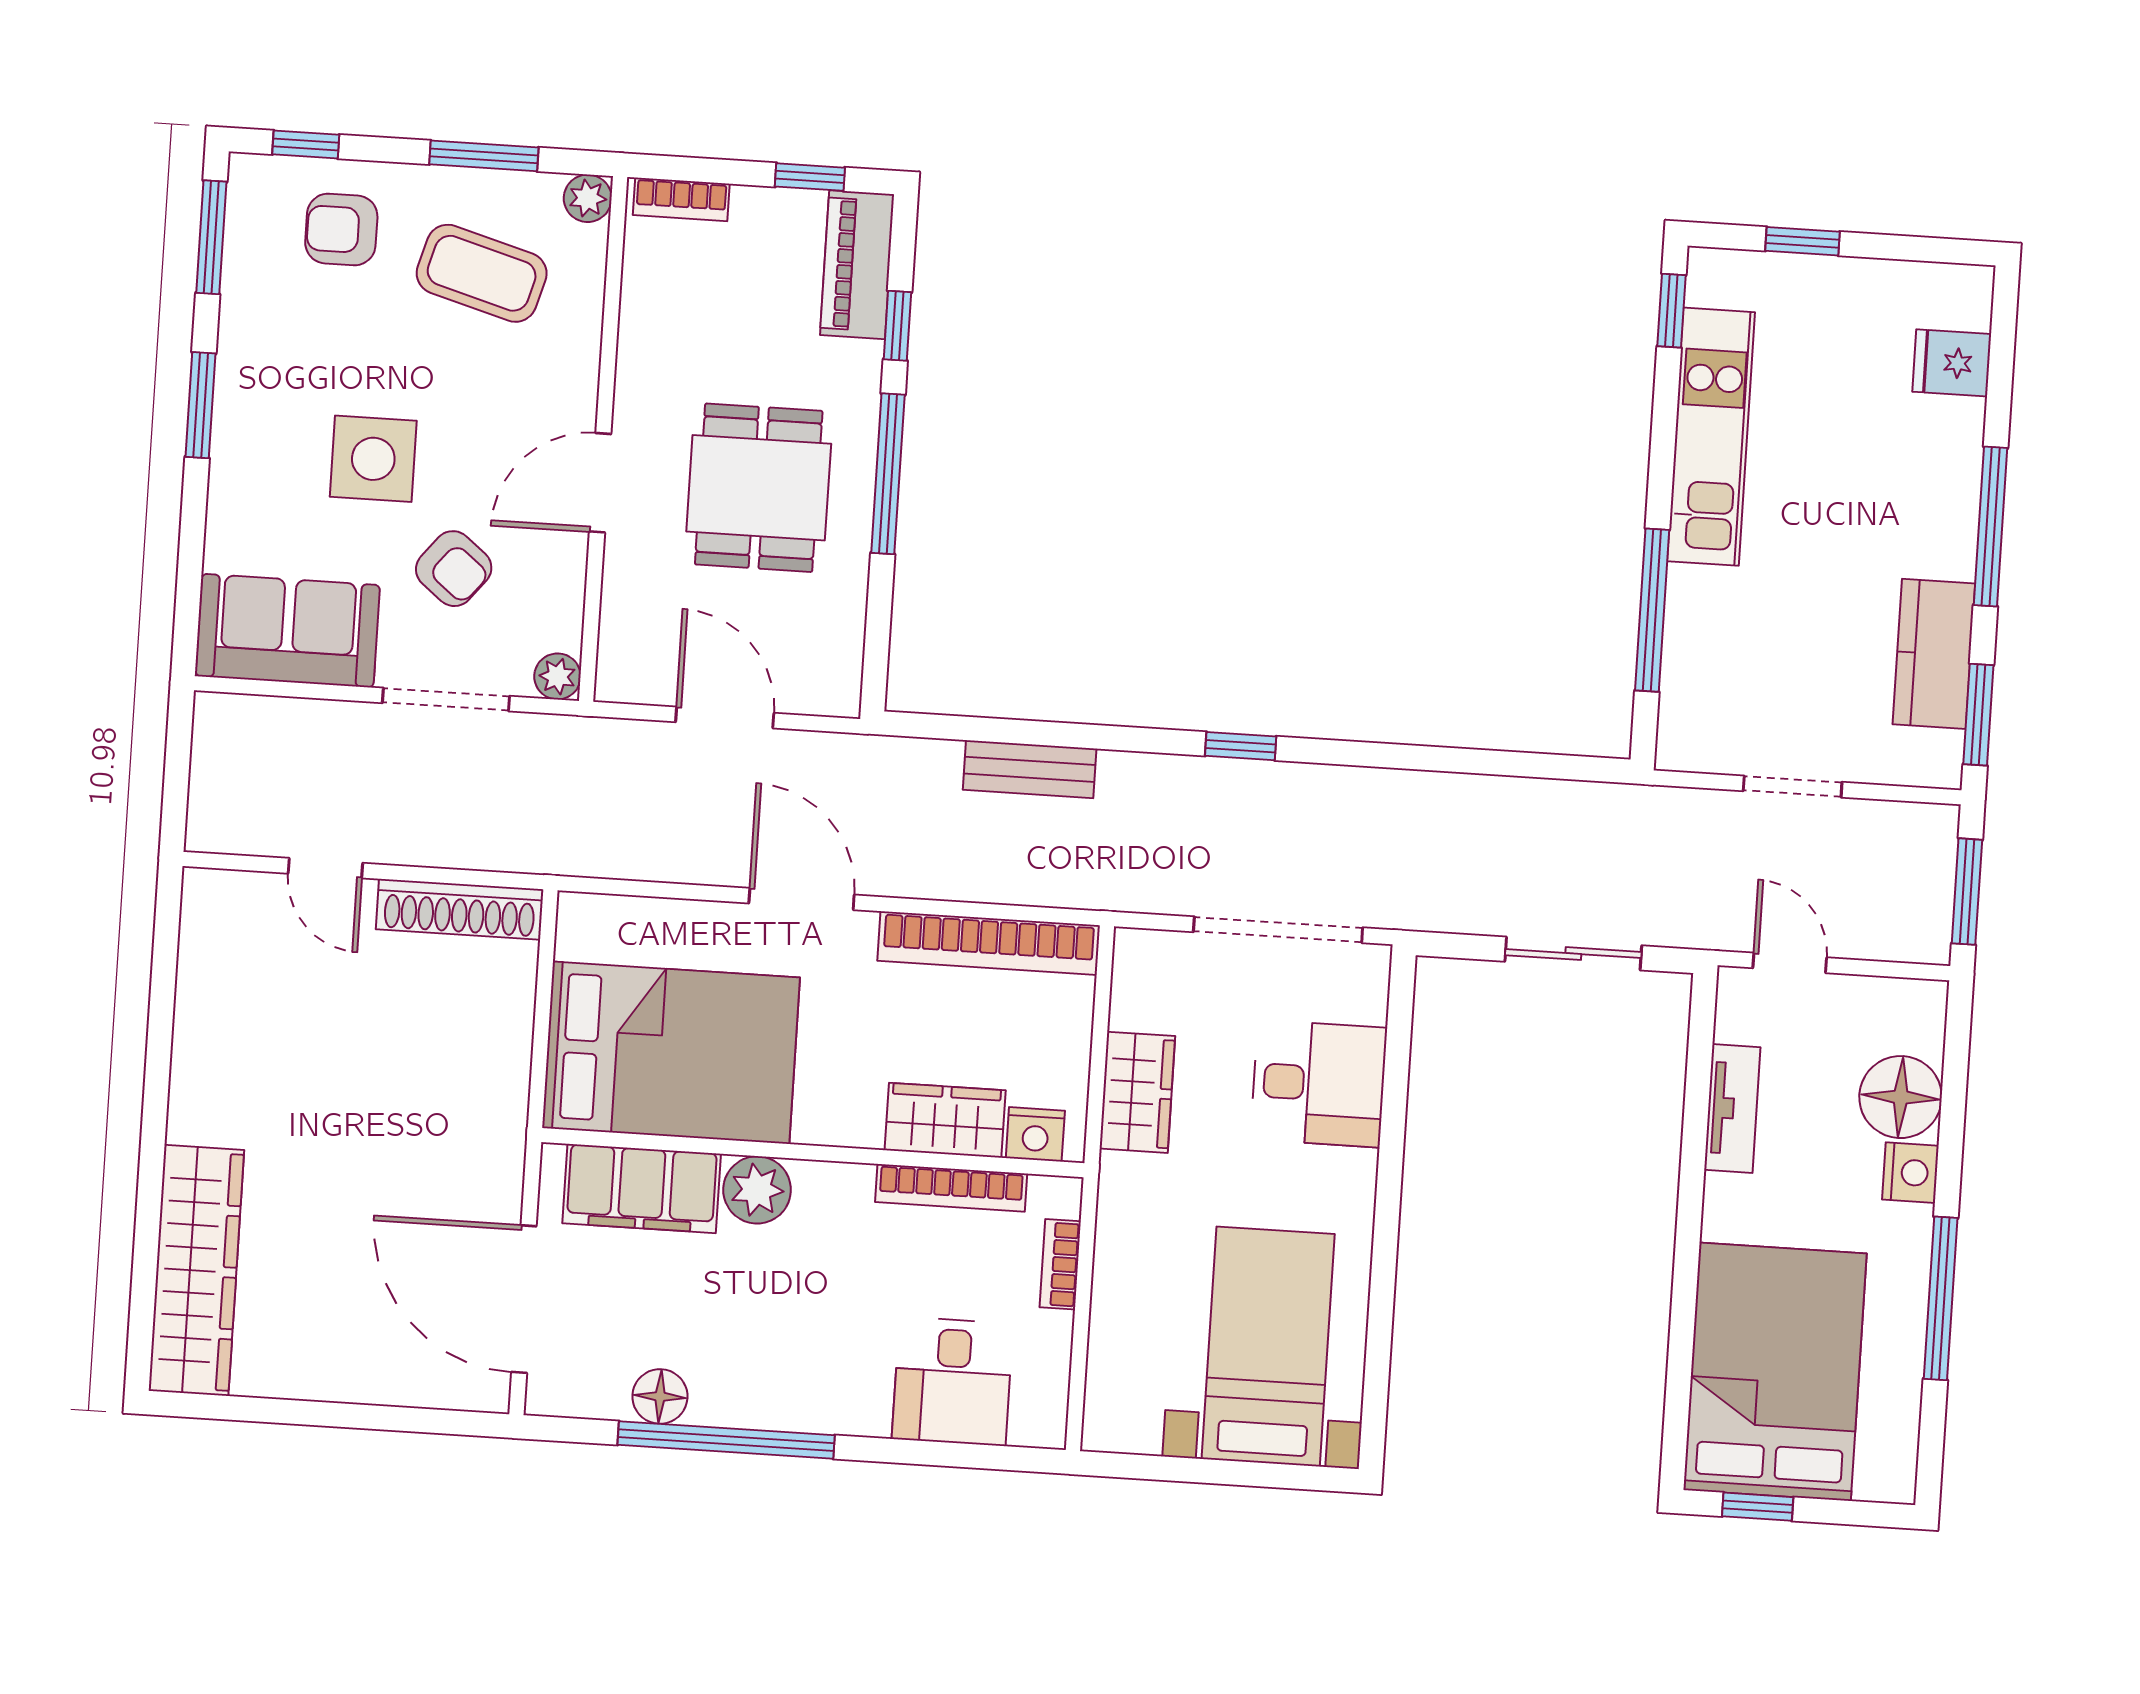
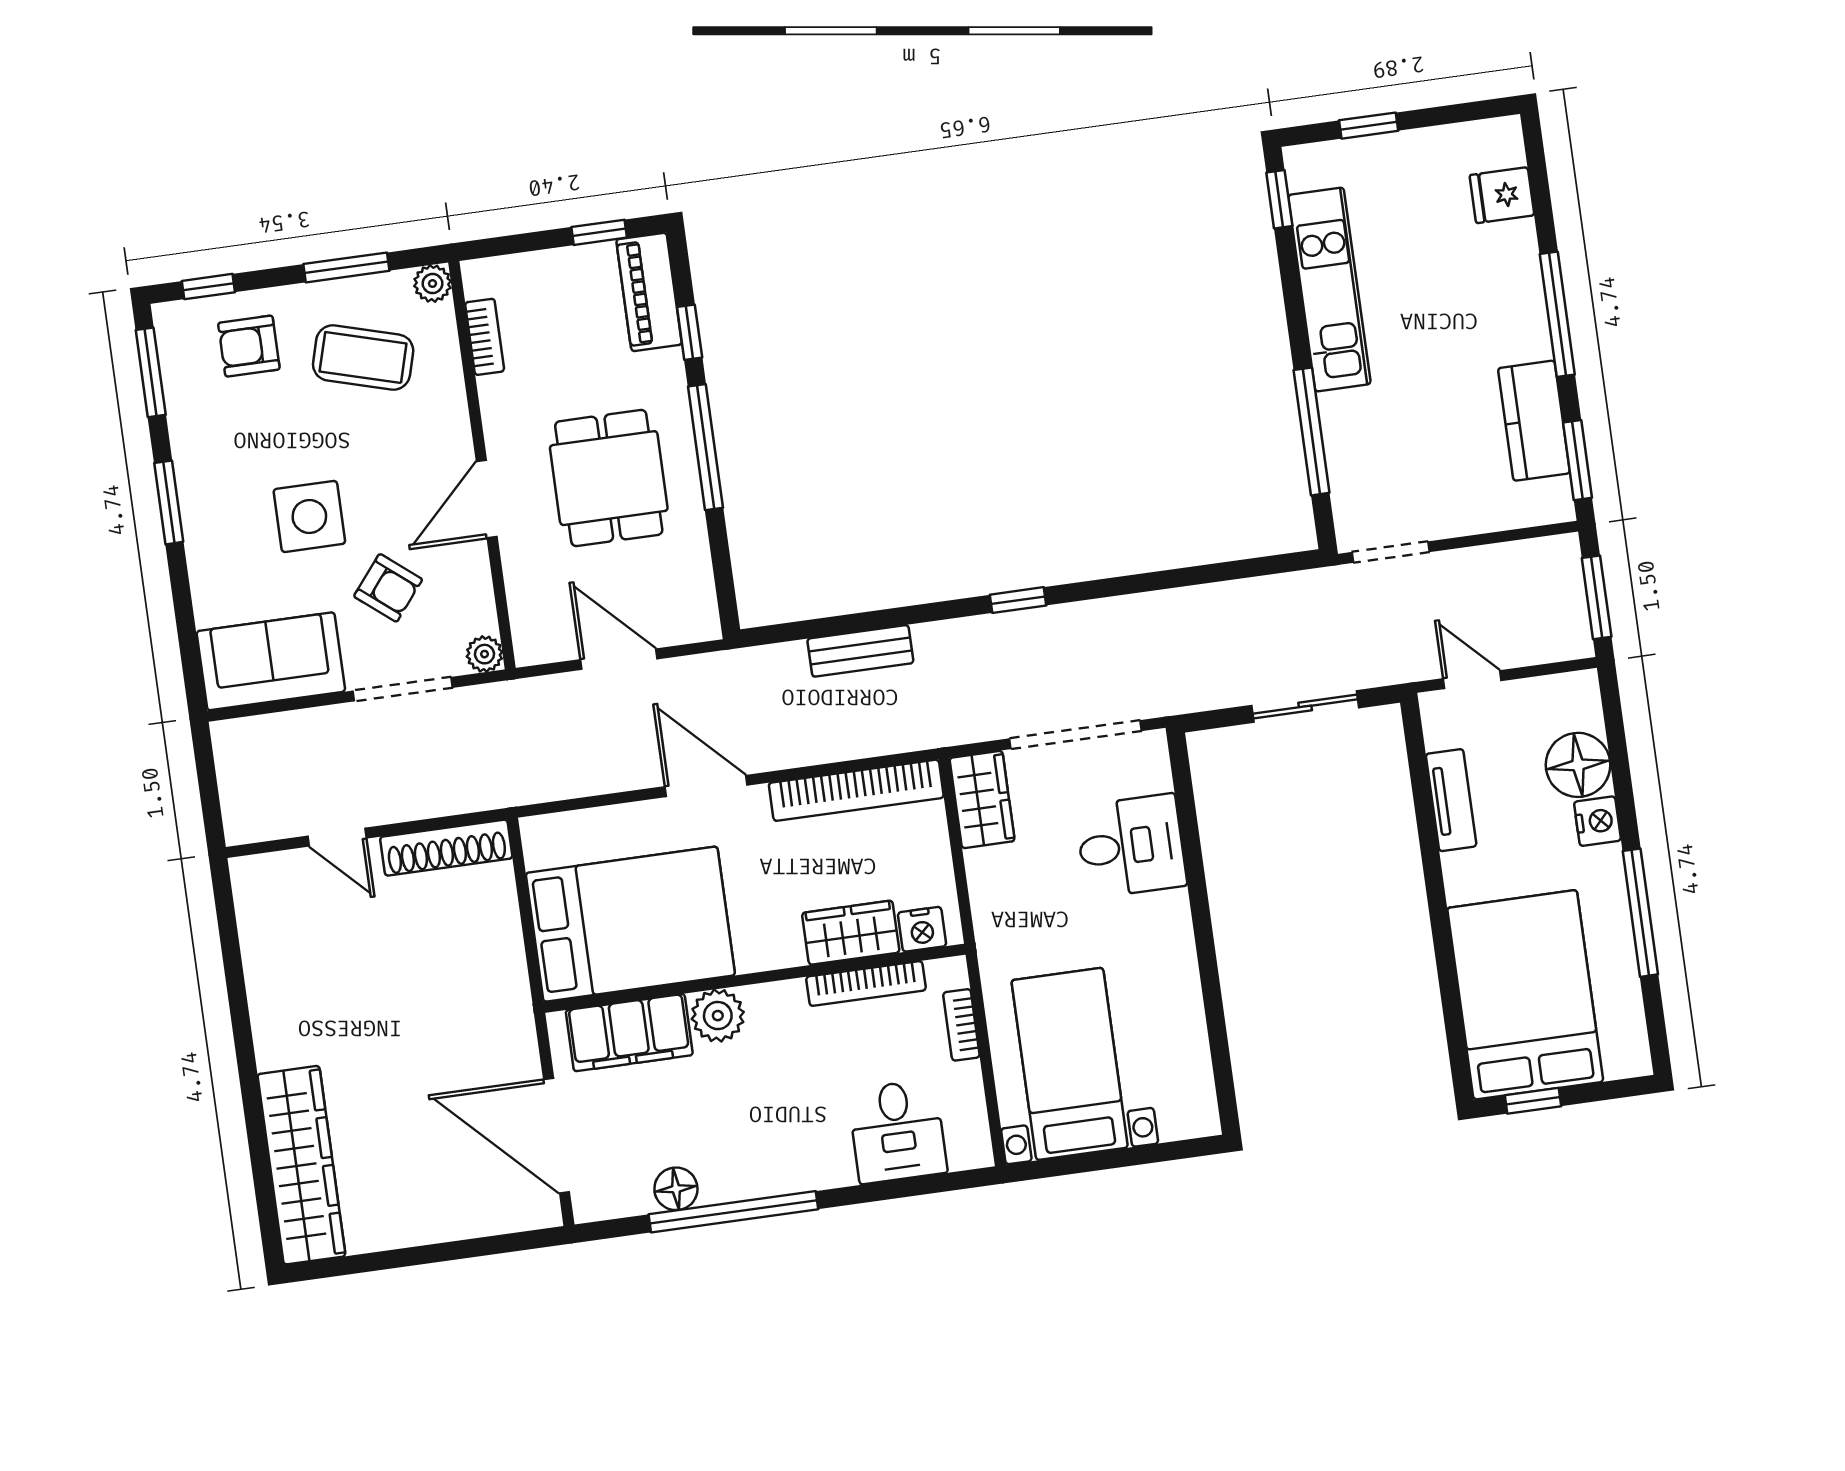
bookcase: (681, 199) -> (485, 337), moved, turned -90
doorway: (1793, 787) -> (1391, 552), moved
wardrobe: (1137, 1092) -> (982, 799), moved
bed with nightstands: (1268, 1346) -> (1070, 1064), moved

